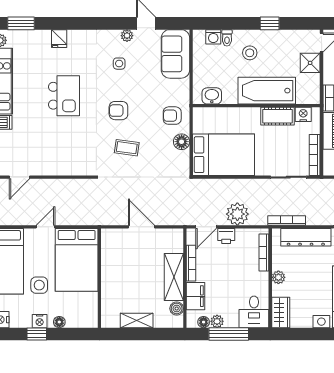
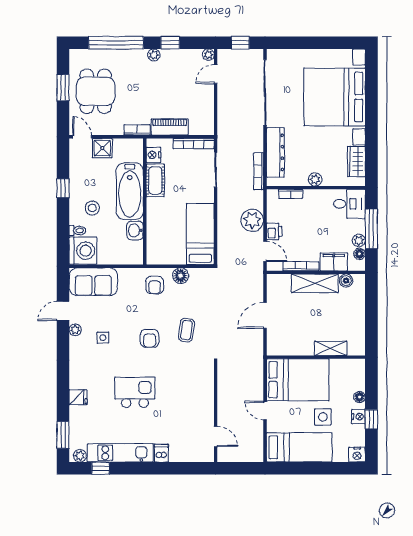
washing machine: (213, 37) -> (83, 251), width x1.89, depth x1.89
washbasin: (212, 96) -> (135, 230), moved
bed: (224, 155) -> (200, 234), width x0.67
bookcase: (264, 253) -> (291, 194), width x0.64
wardrobe: (281, 312) -> (356, 162), moved, turned -90
shelving: (137, 320) -> (331, 348), moved, turned 90

